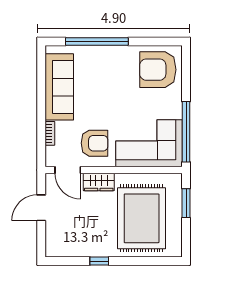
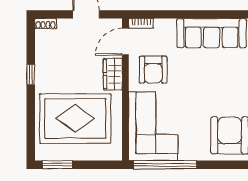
bookcase: (50, 133) -> (141, 23), moved
window: (186, 203) -> (57, 165), moved
shoe rack: (50, 247) -> (45, 24), added

